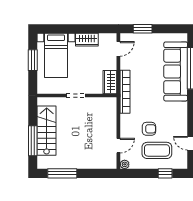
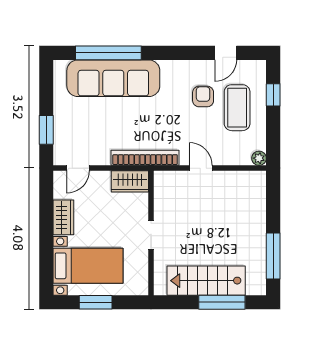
door: (118, 49) -> (78, 168), swing flipped
armchair: (149, 129) -> (203, 97), moved
door: (118, 146) -> (201, 168), moved

